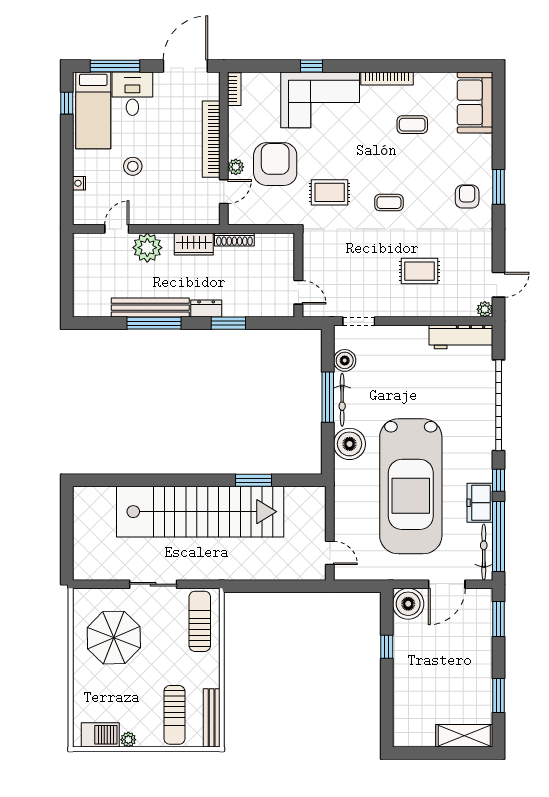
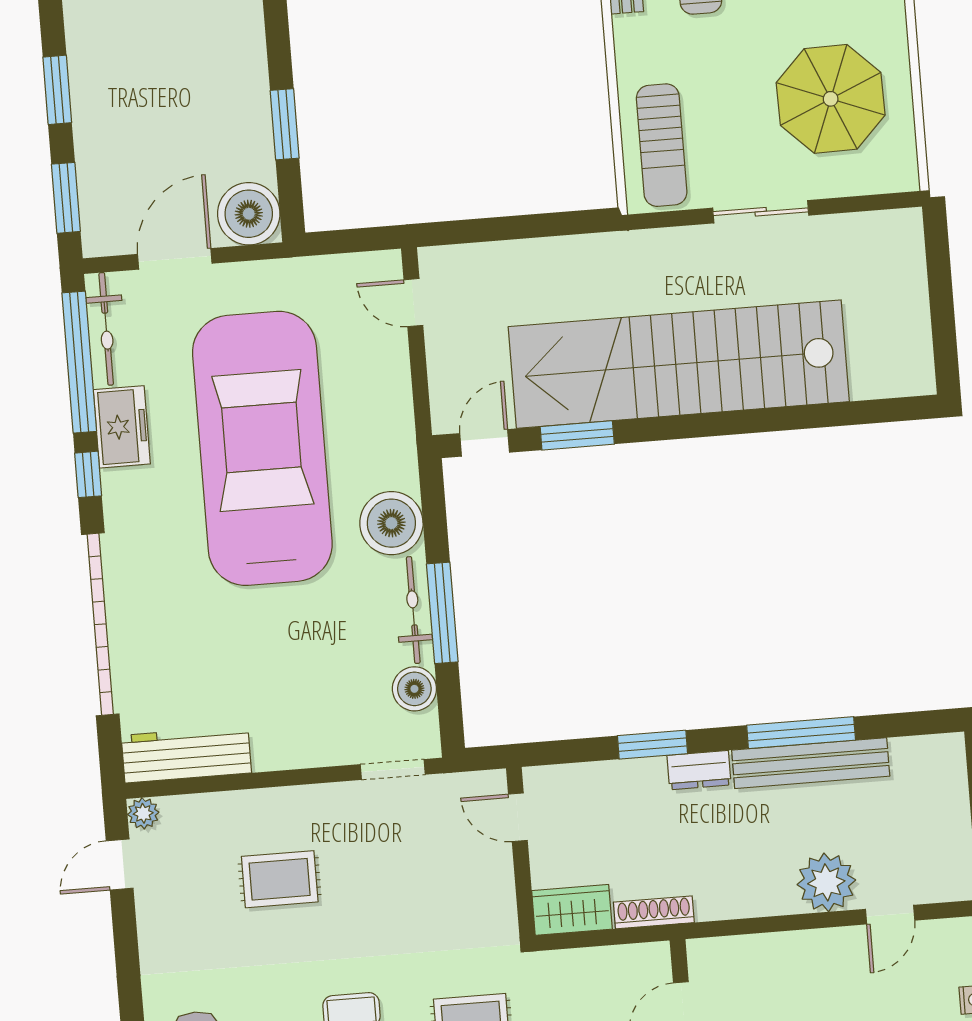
wardrobe: (194, 244) -> (572, 910), moved
door: (300, 480) -> (485, 443), added
window: (387, 647) -> (285, 124), width x1.50
window: (499, 696) -> (57, 90), moved

